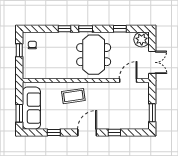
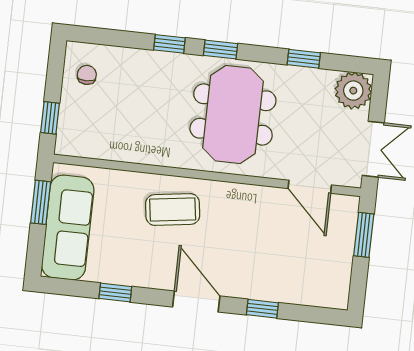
window: (19, 50) -> (50, 118), moved
door: (128, 81) -> (310, 187), swing flipped
window: (19, 113) -> (41, 202), moved
window: (152, 113) -> (364, 235), moved
door: (87, 132) -> (196, 301), hinge flipped

